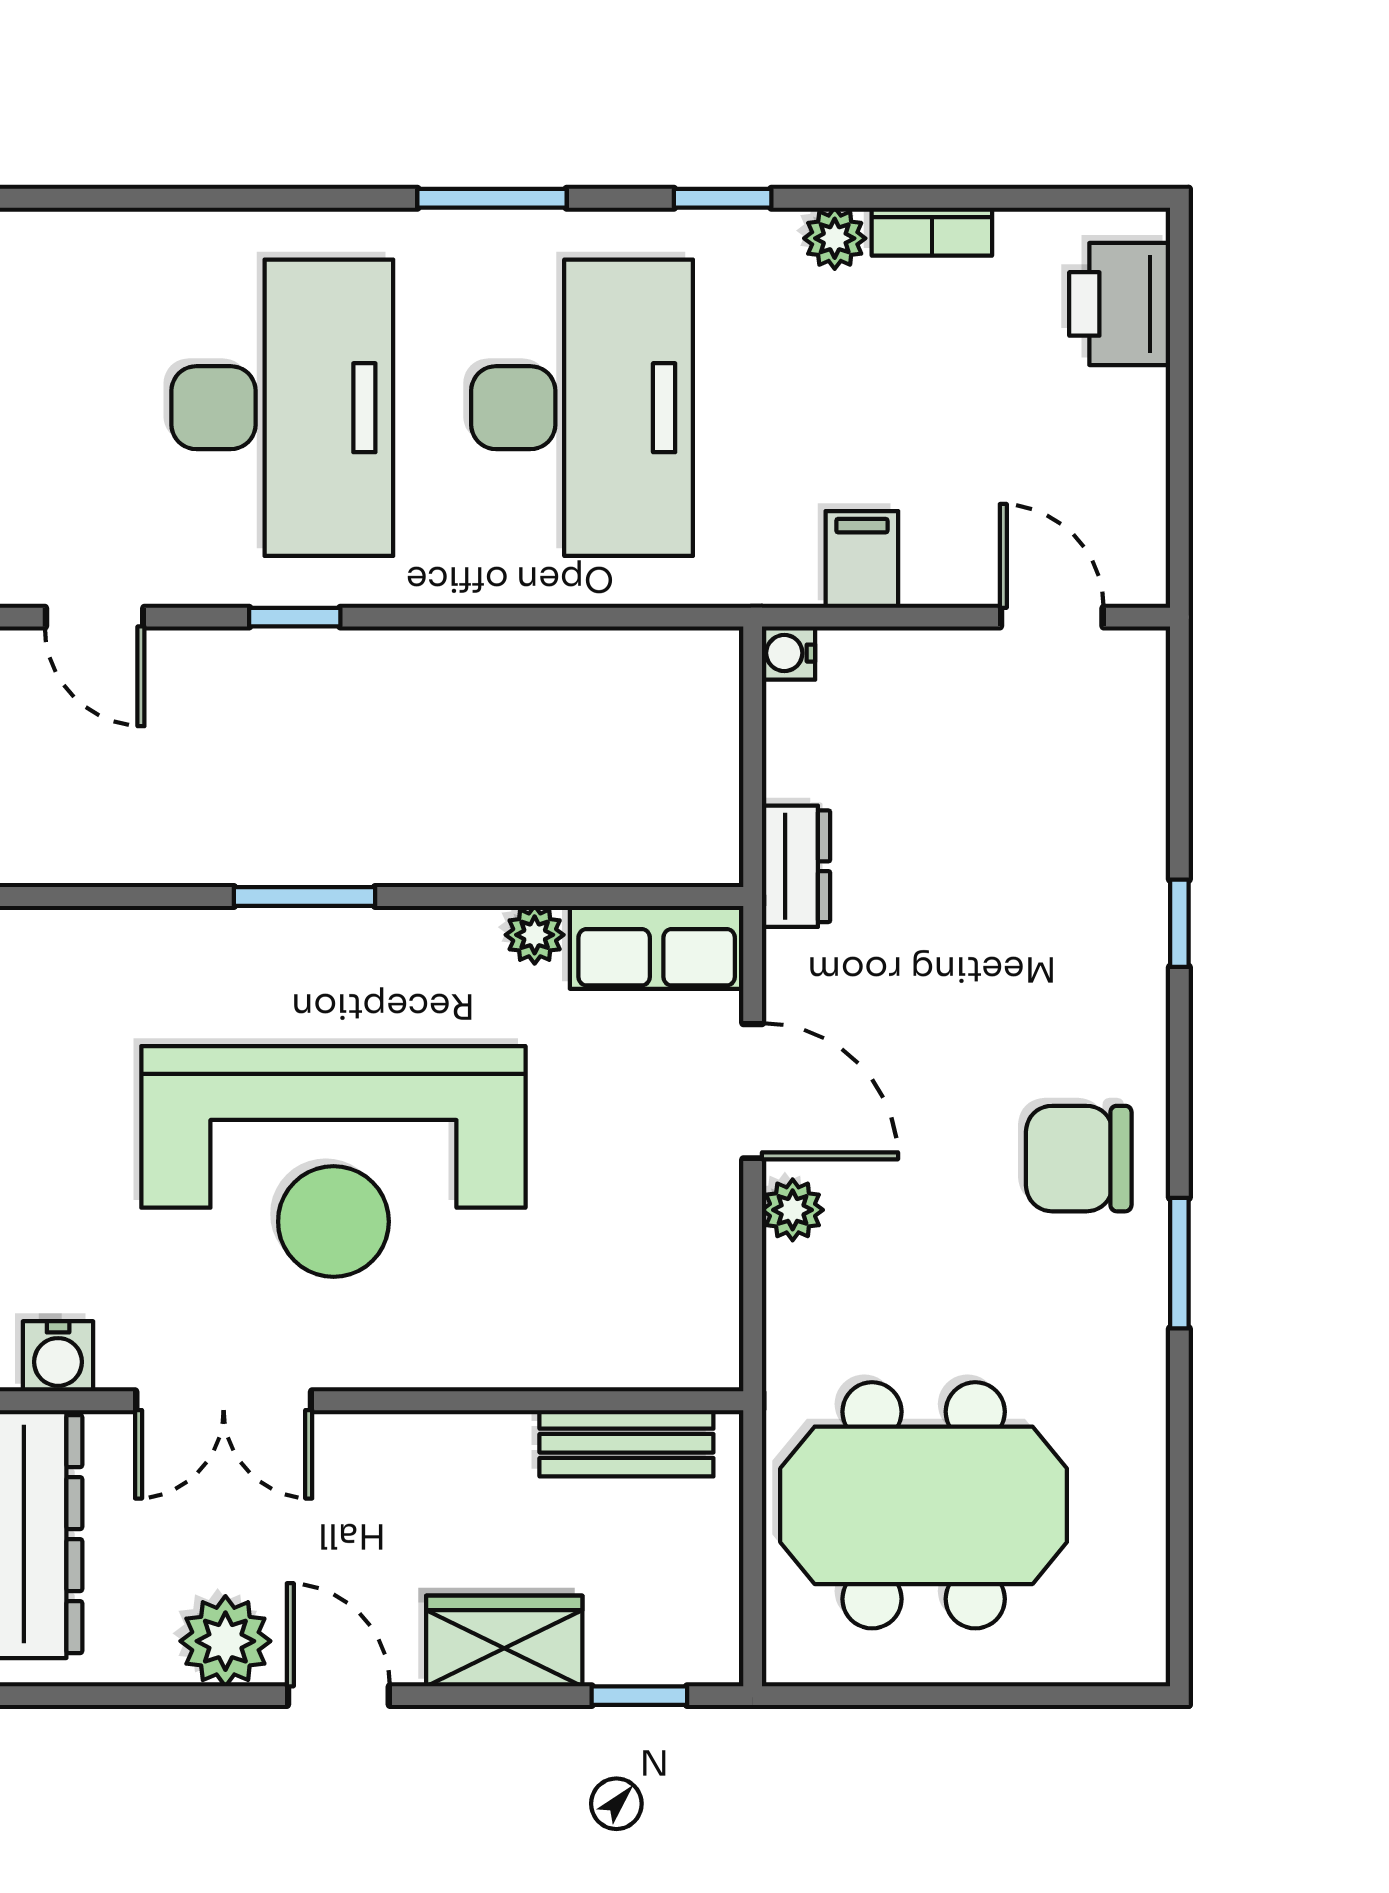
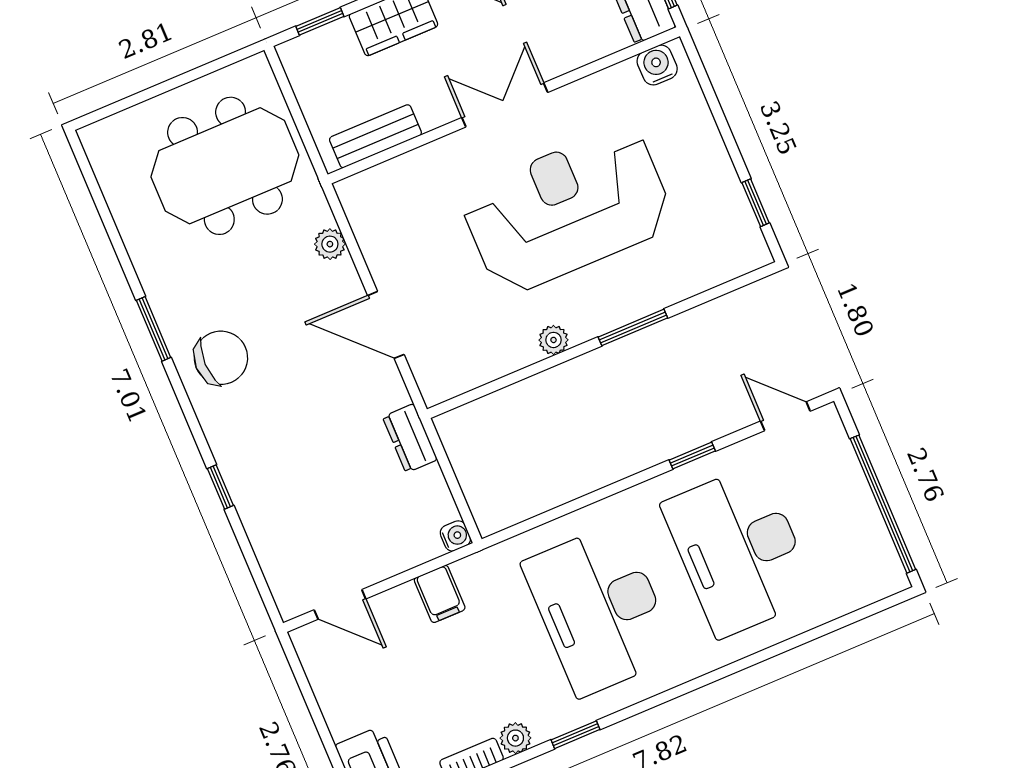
window: (492, 198) -> (683, 689), removed
plant: (535, 935) -> (554, 340), moved
row of seats: (657, 947) -> (459, 373), removed
plant: (793, 1210) -> (330, 244), moved
double door: (224, 1401) -> (505, 105), moved

